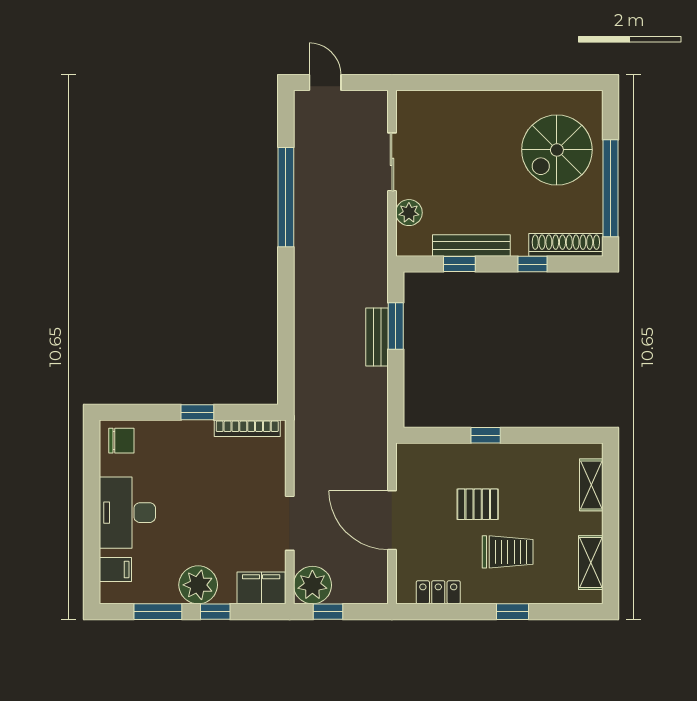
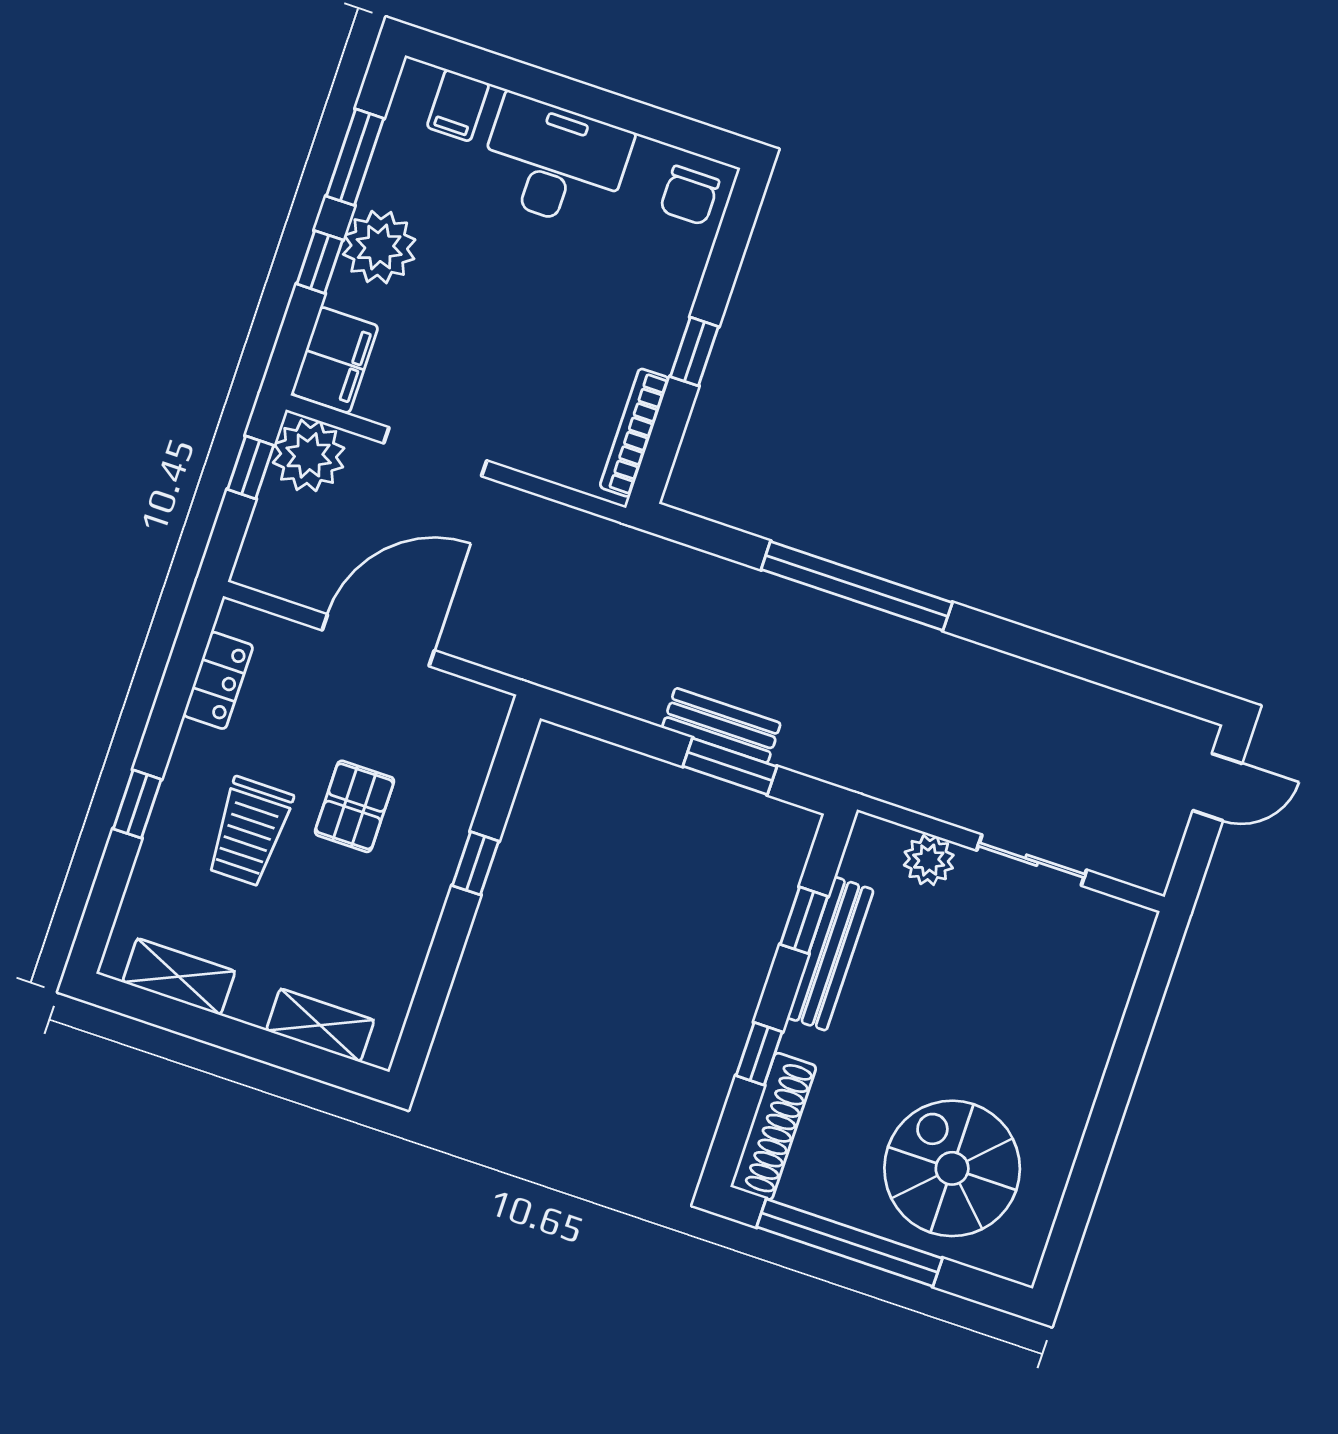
window: (286, 197) -> (857, 586), moved

